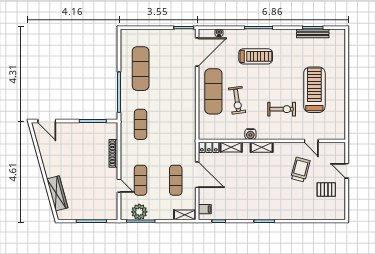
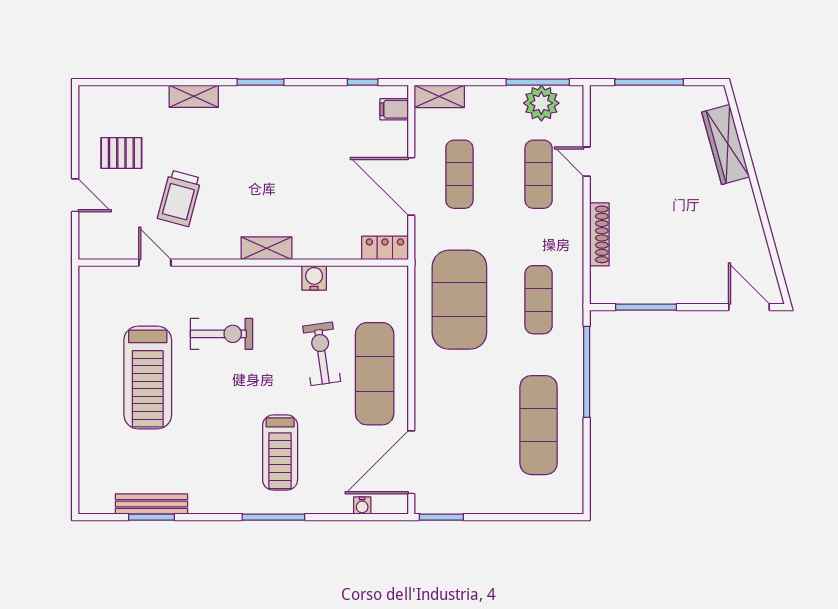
treadmill: (256, 56) -> (280, 453), turned -90
exercise bike: (282, 109) -> (222, 334), turned 180
exercise mat: (176, 124) -> (459, 300), added
water cooler: (250, 134) -> (314, 278), moved
shelving: (231, 147) -> (194, 96), moved

